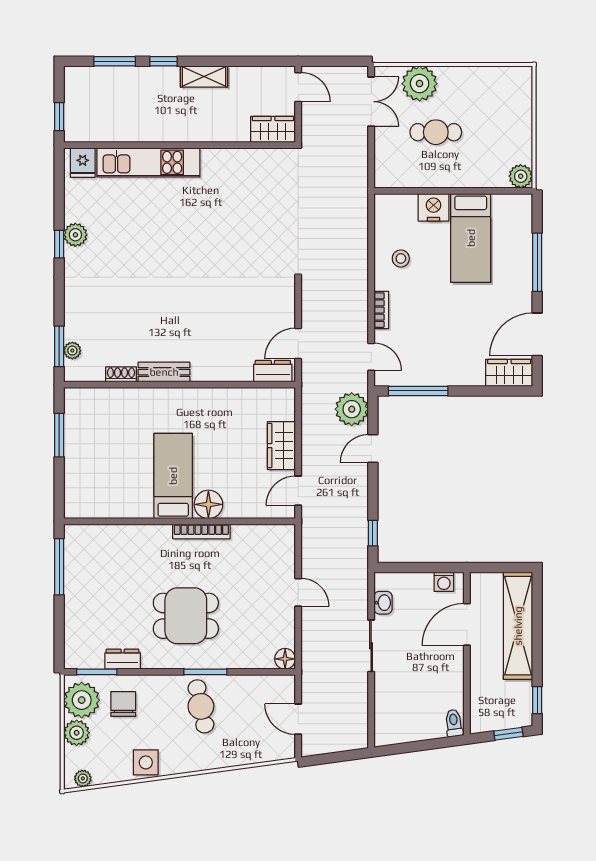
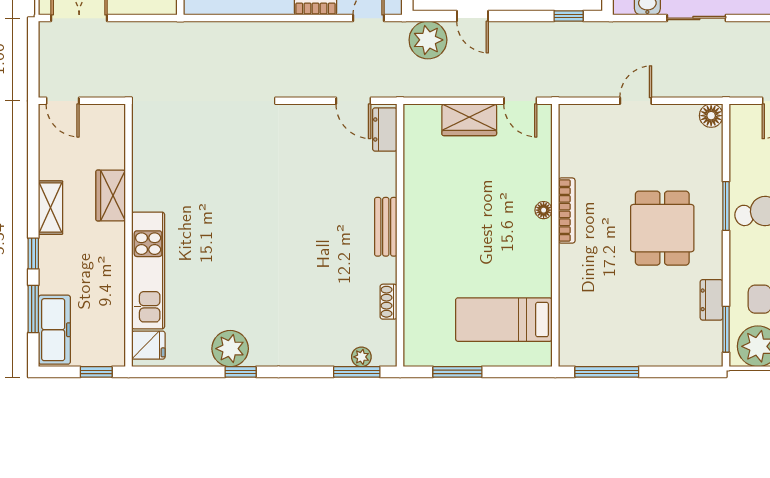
freezer: (96, 80) -> (54, 330), added
door: (298, 87) -> (63, 101), swing flipped
wardrobe: (273, 129) -> (111, 195), moved
plant: (75, 235) -> (230, 349), width x1.36, depth x1.36
bench: (164, 372) -> (386, 227), moved
bed: (173, 476) -> (504, 320), moved
floor lamp: (208, 504) -> (544, 210), width x0.53, depth x0.53

